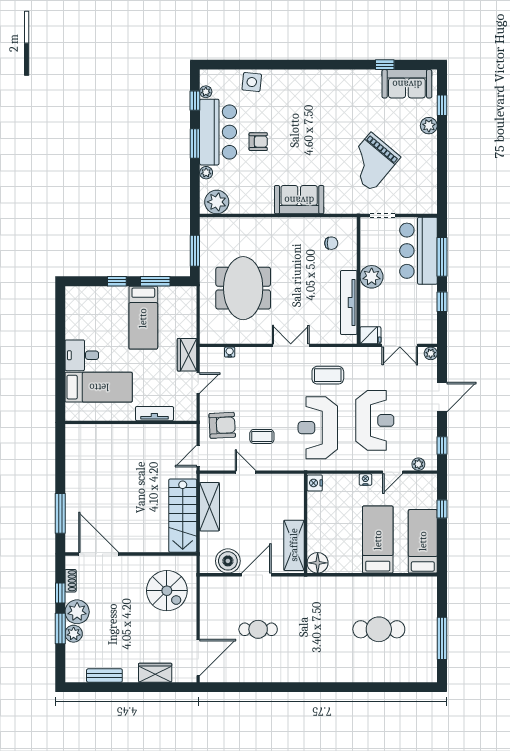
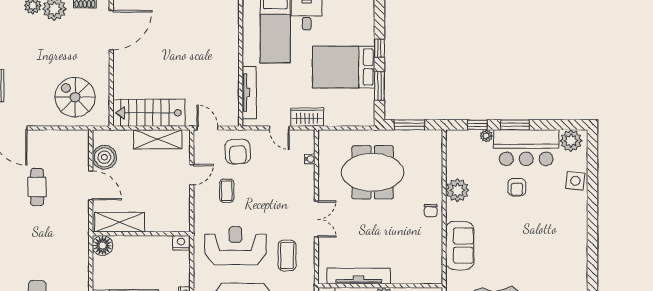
plant: (206, 92) -> (571, 141), width x1.87, depth x1.87
window: (195, 101) -> (477, 125), moved
sofa: (299, 200) -> (460, 246), moved
plant: (217, 202) -> (457, 190), moved
chair: (331, 243) -> (431, 211), moved
bed: (143, 318) -> (344, 67), width x1.50
tv unit: (154, 414) -> (249, 93), width x1.41
spiral stairs: (167, 591) -> (75, 97), turned 90

